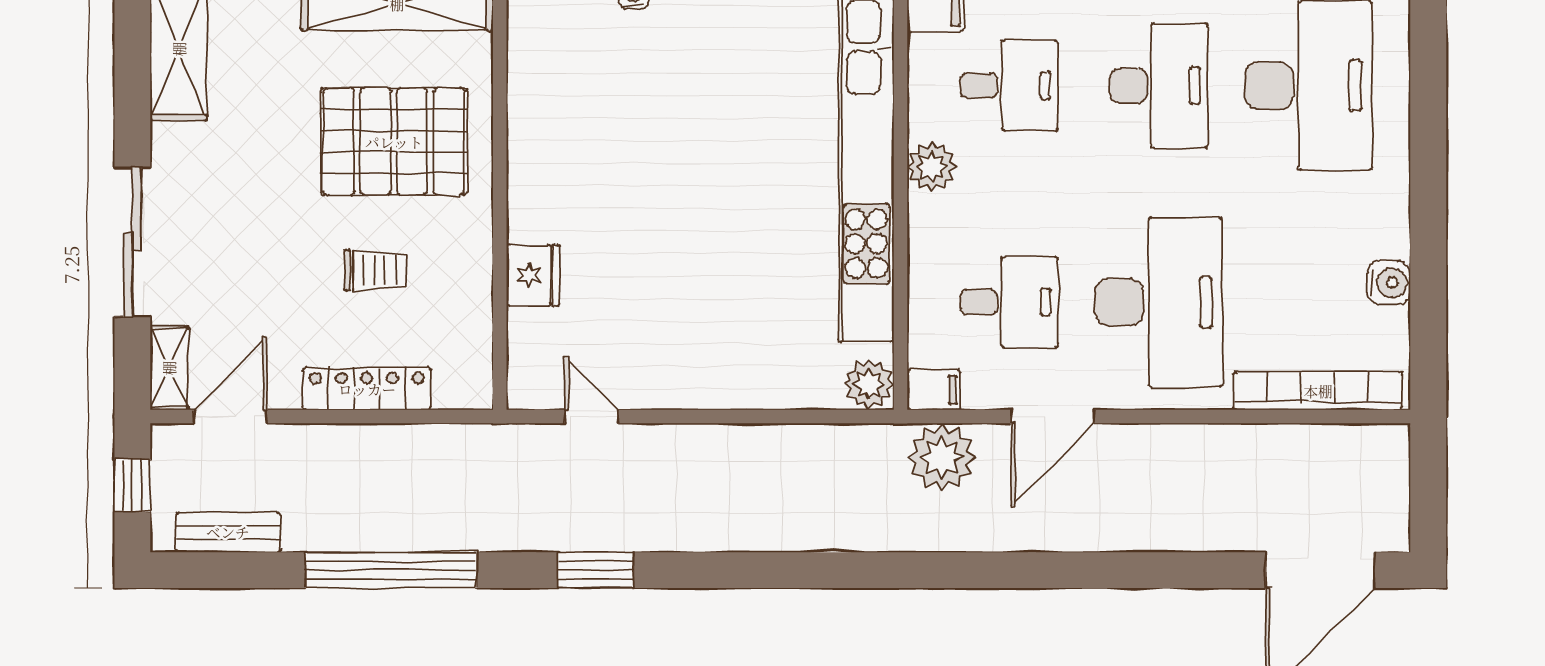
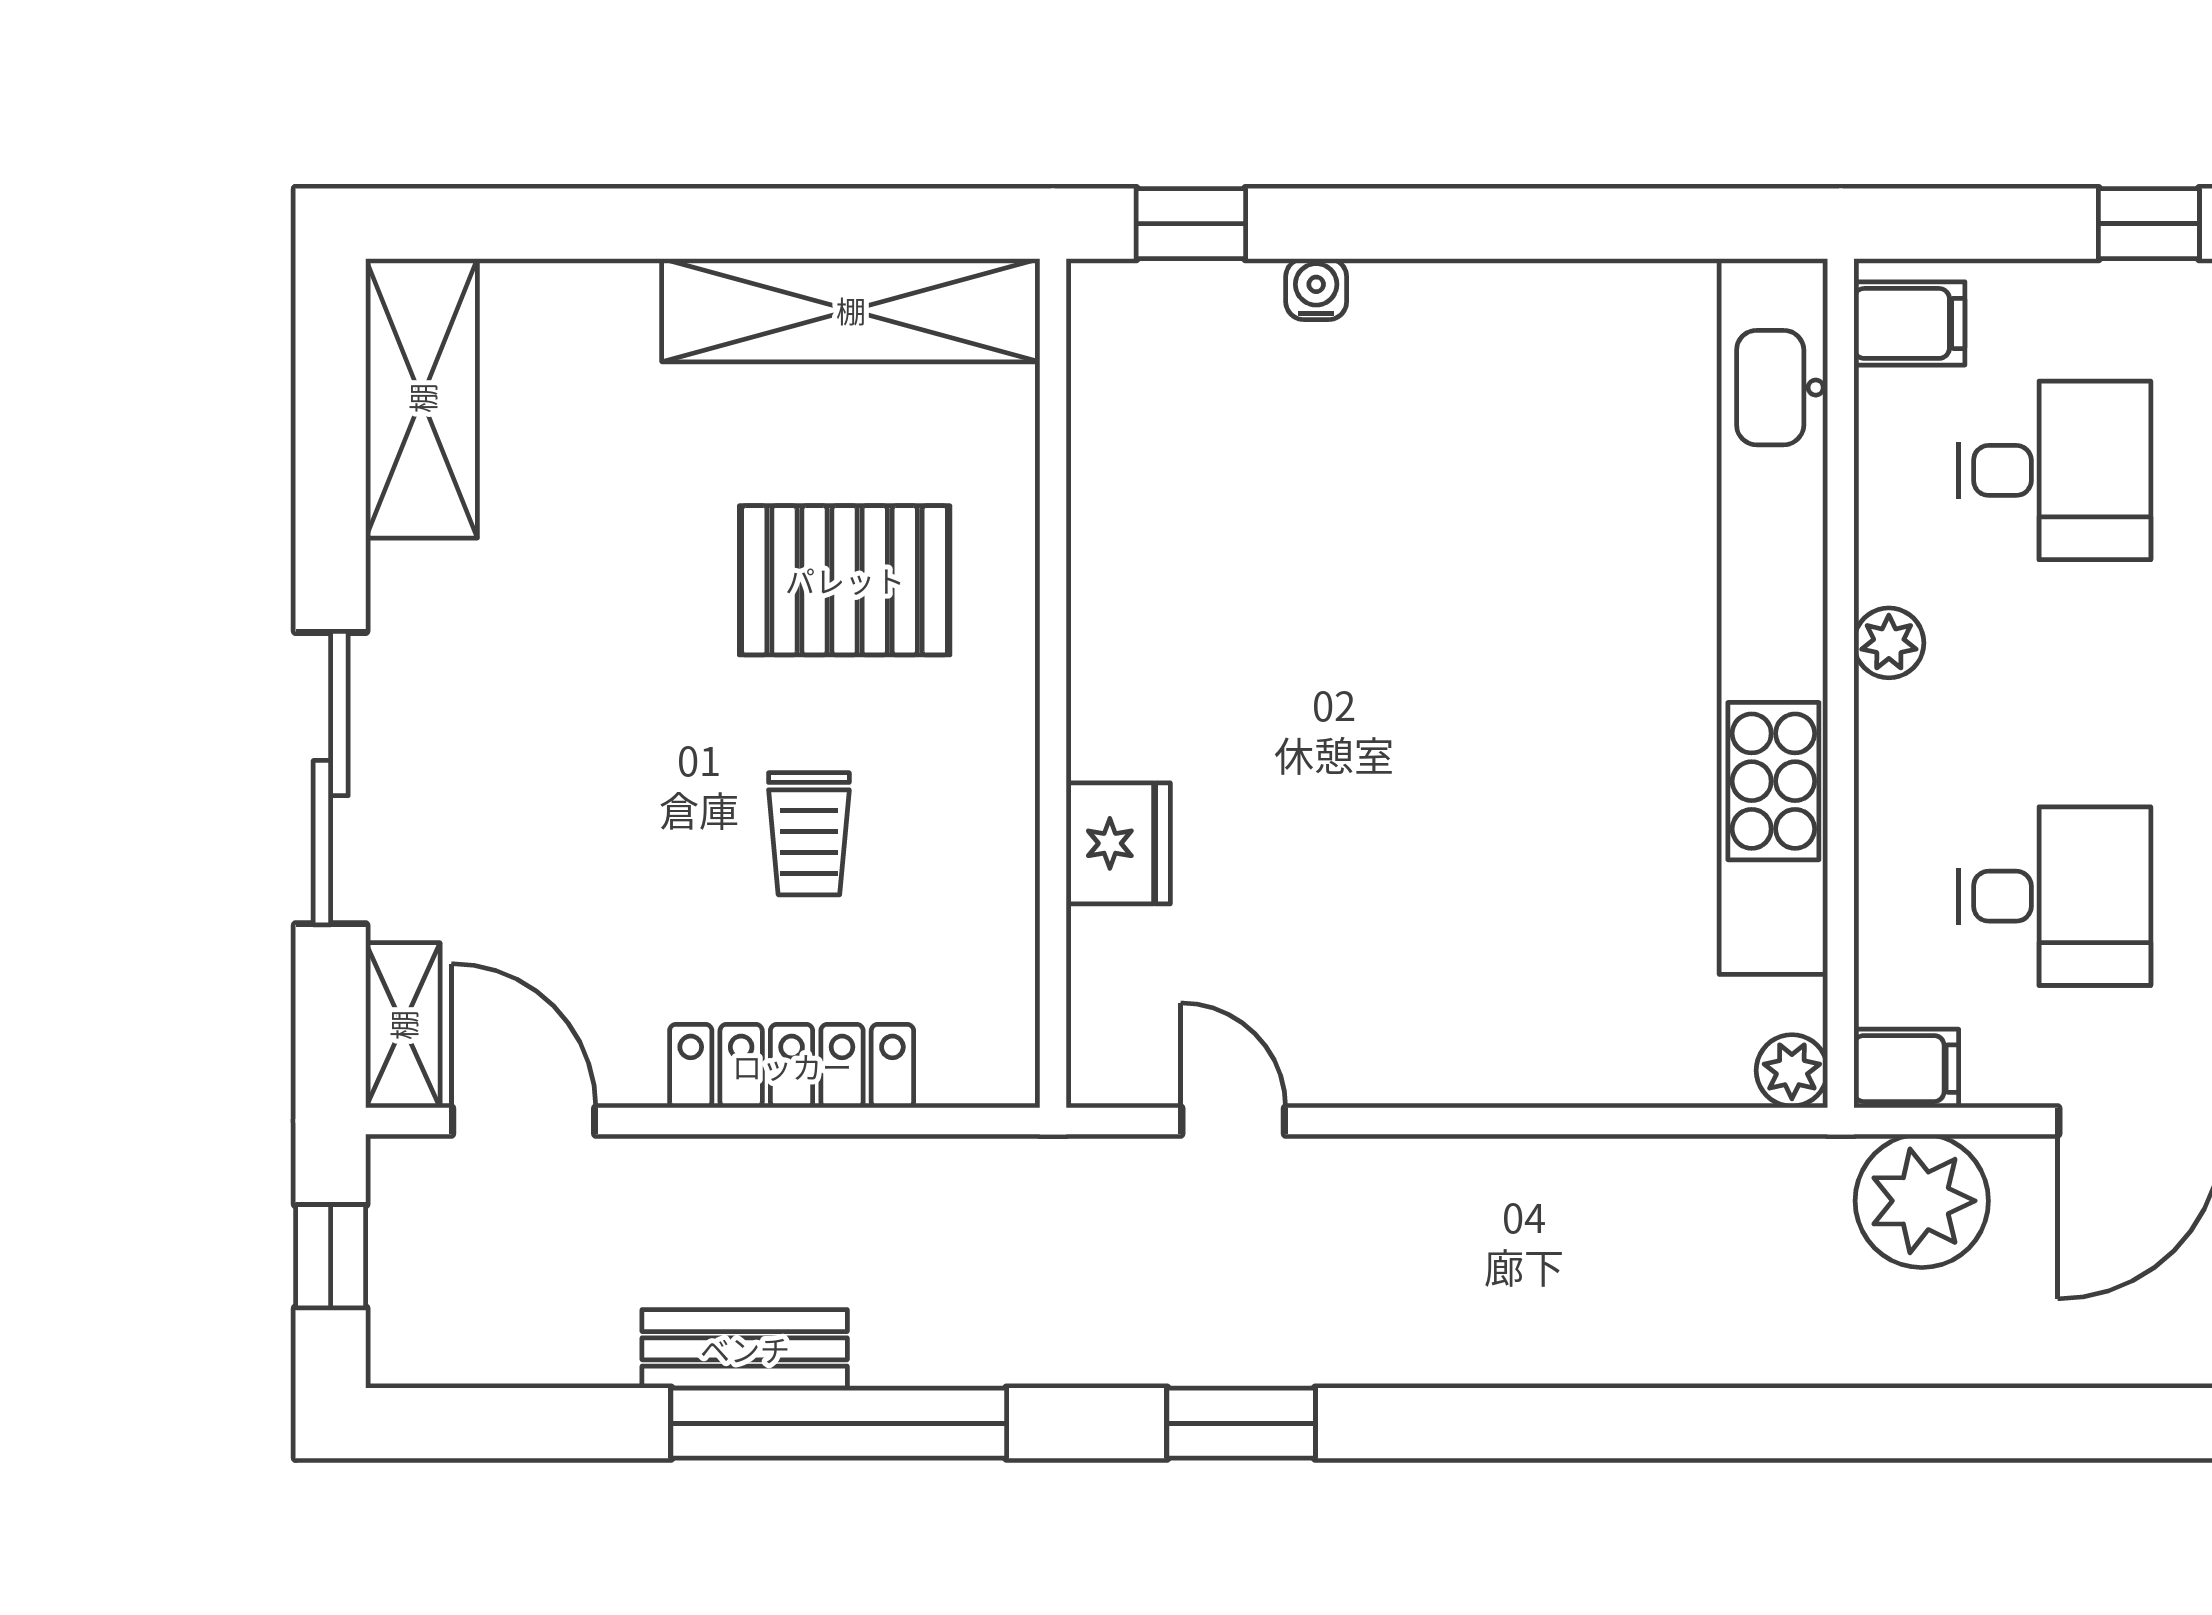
pallet: (394, 142) -> (845, 580), width x0.73, depth x0.71
plant: (932, 167) -> (1889, 643), width x0.73, depth x0.73
trolley: (376, 270) -> (809, 834), turned 90
plant: (869, 384) -> (1792, 1070), width x0.73, depth x0.73
door: (231, 417) -> (524, 1121), hinge flipped
bench: (228, 532) -> (745, 1349), moved

